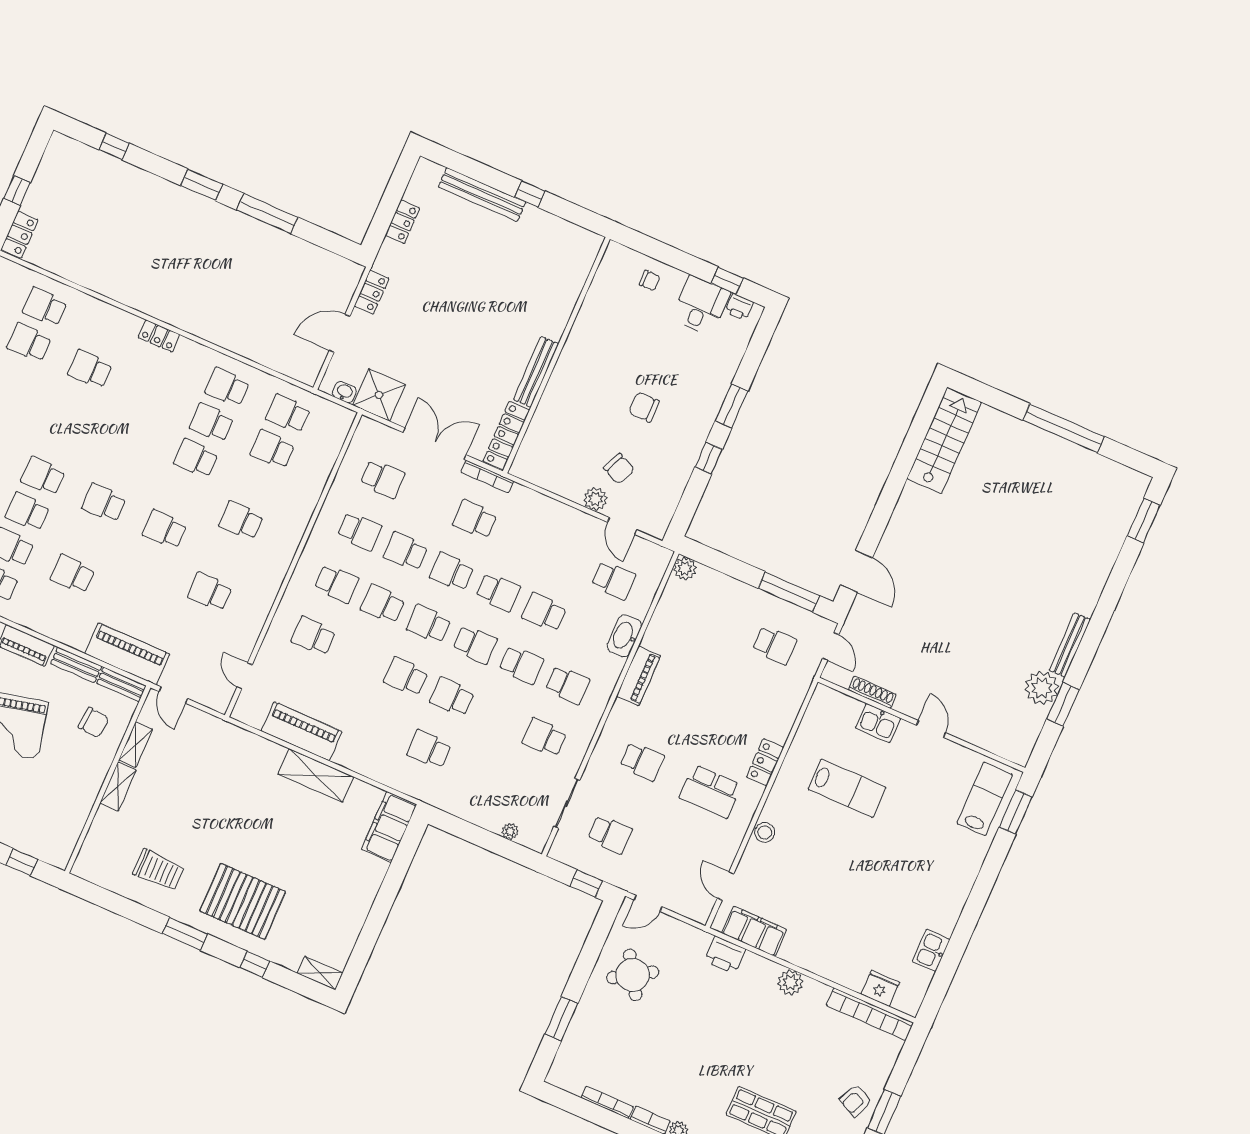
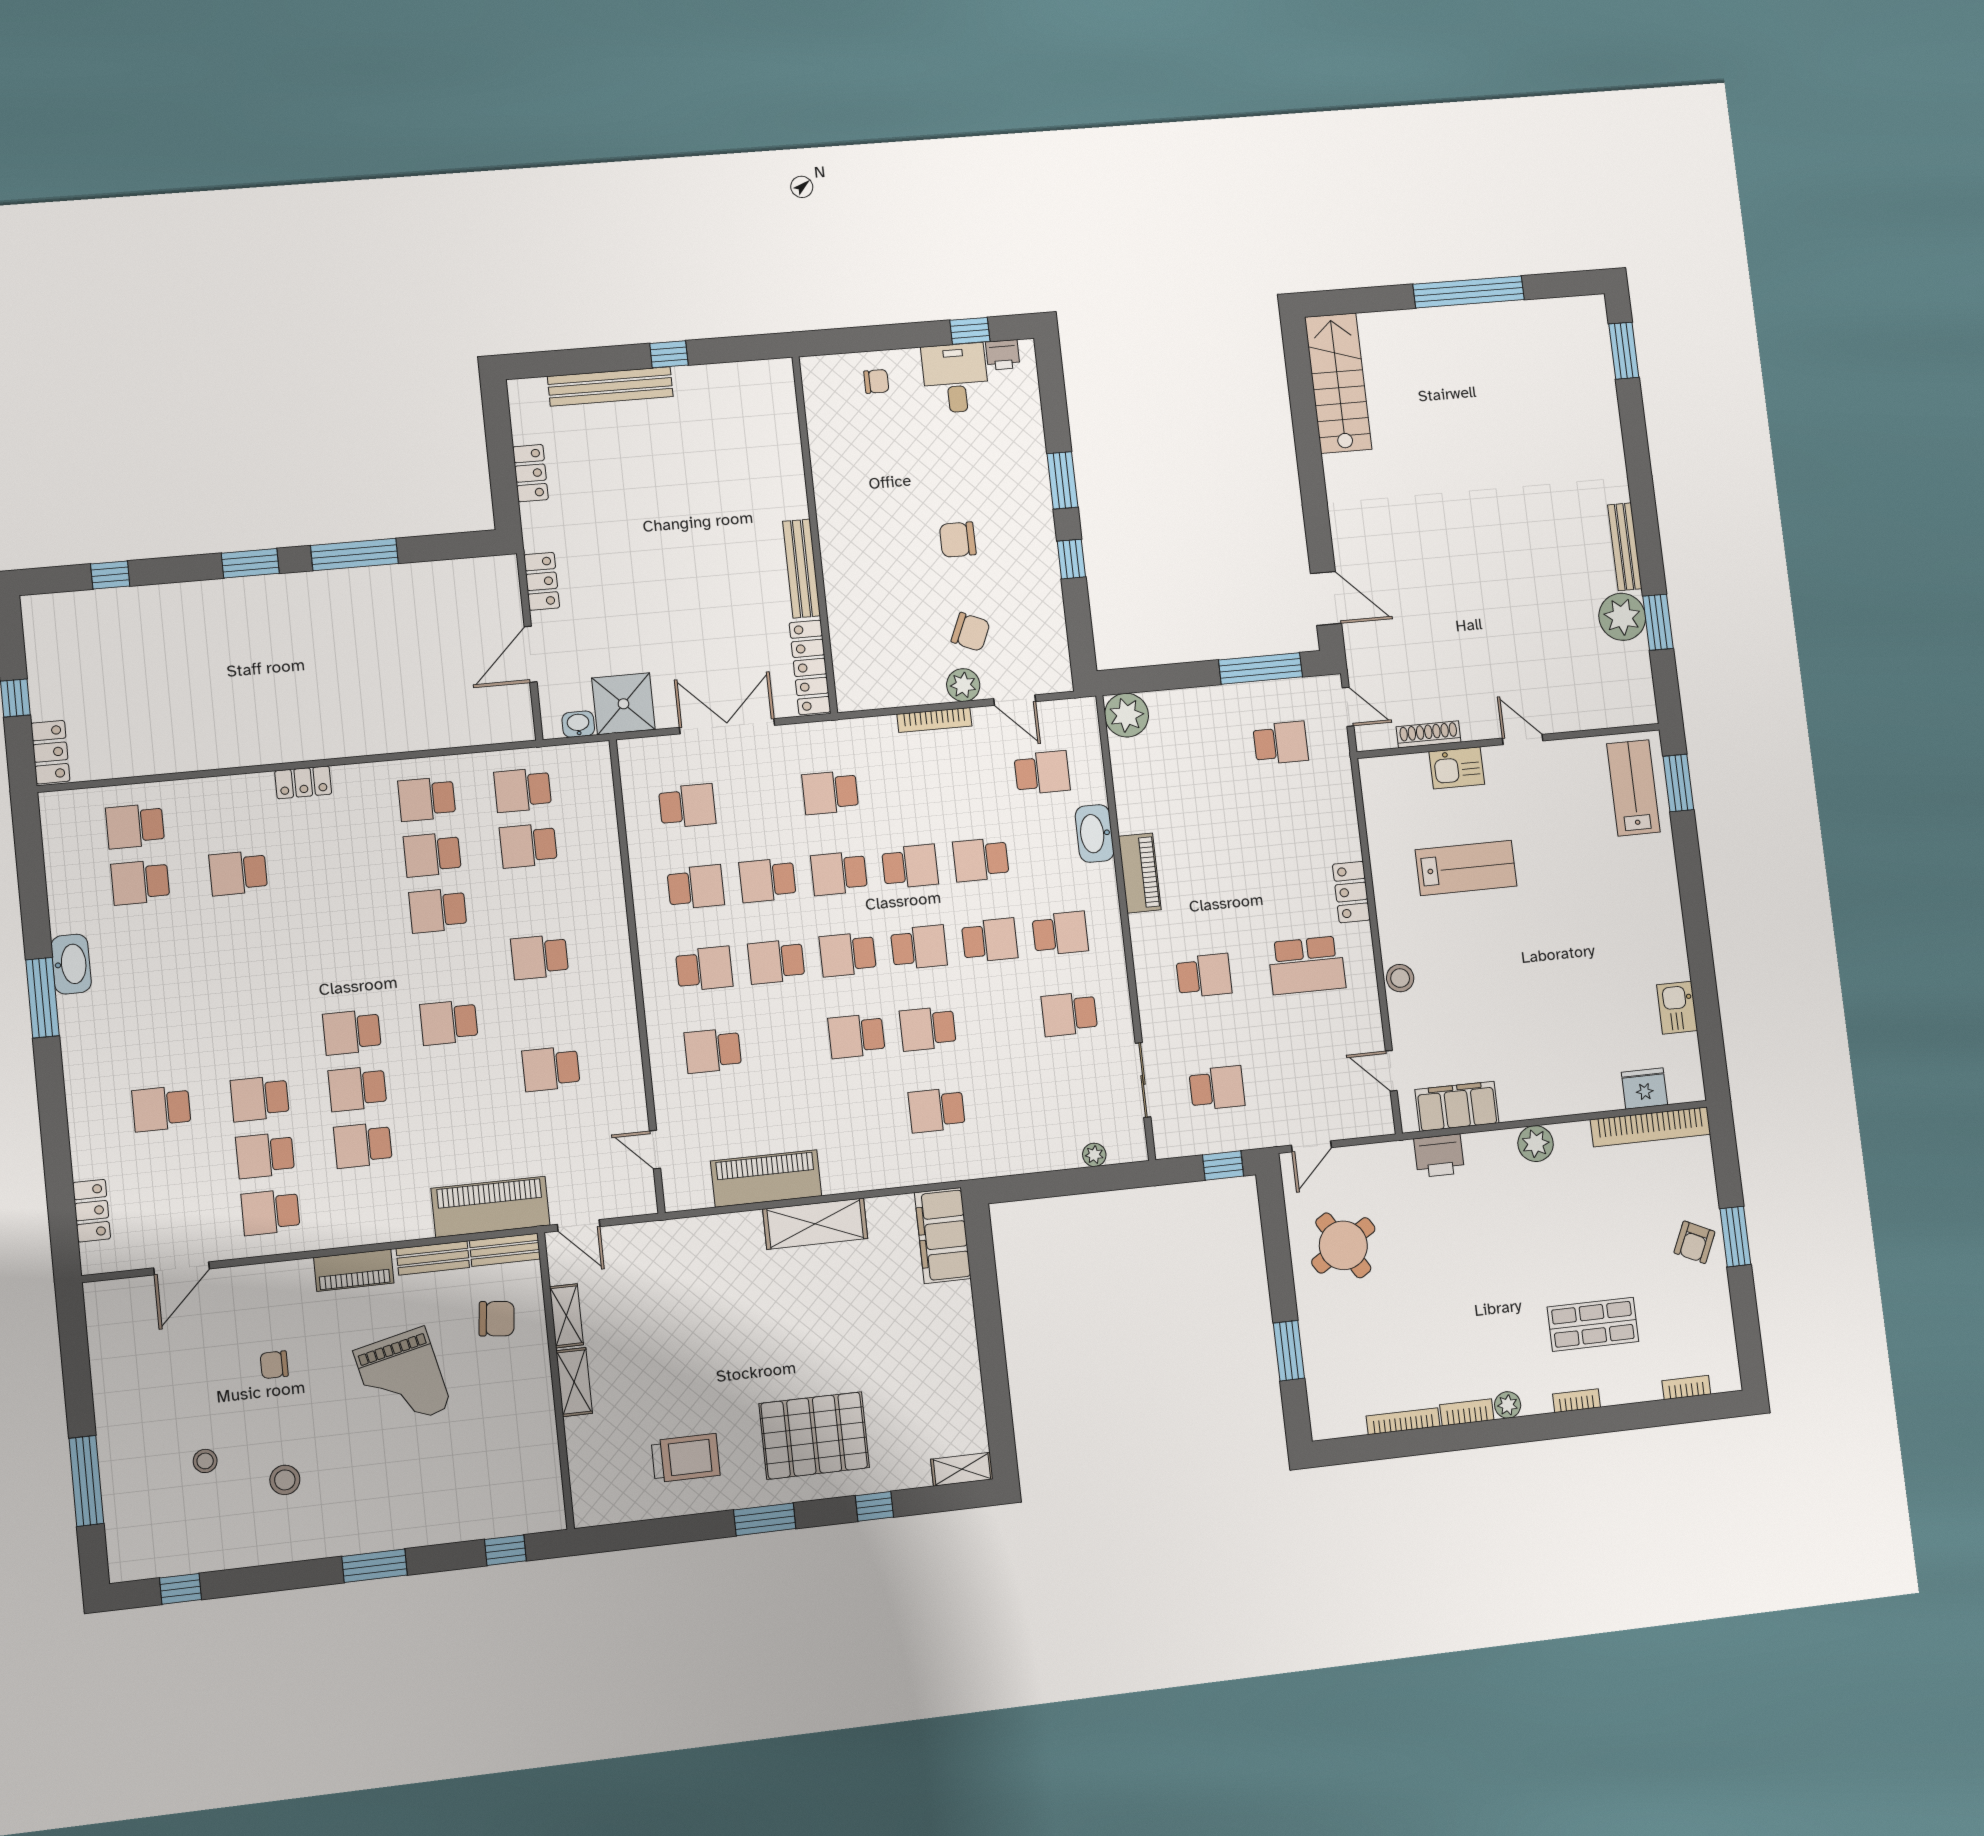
school desk: (43, 476) -> (357, 1089), moved
bookcase: (487, 476) -> (934, 720), moved
plant: (685, 569) -> (1126, 715), width x1.36, depth x1.36

